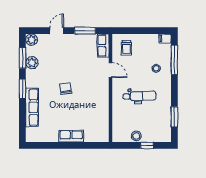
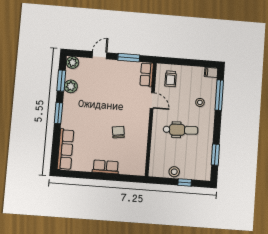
chair: (66, 89) -> (118, 132), moved
row of seats: (32, 107) -> (65, 149), moved

